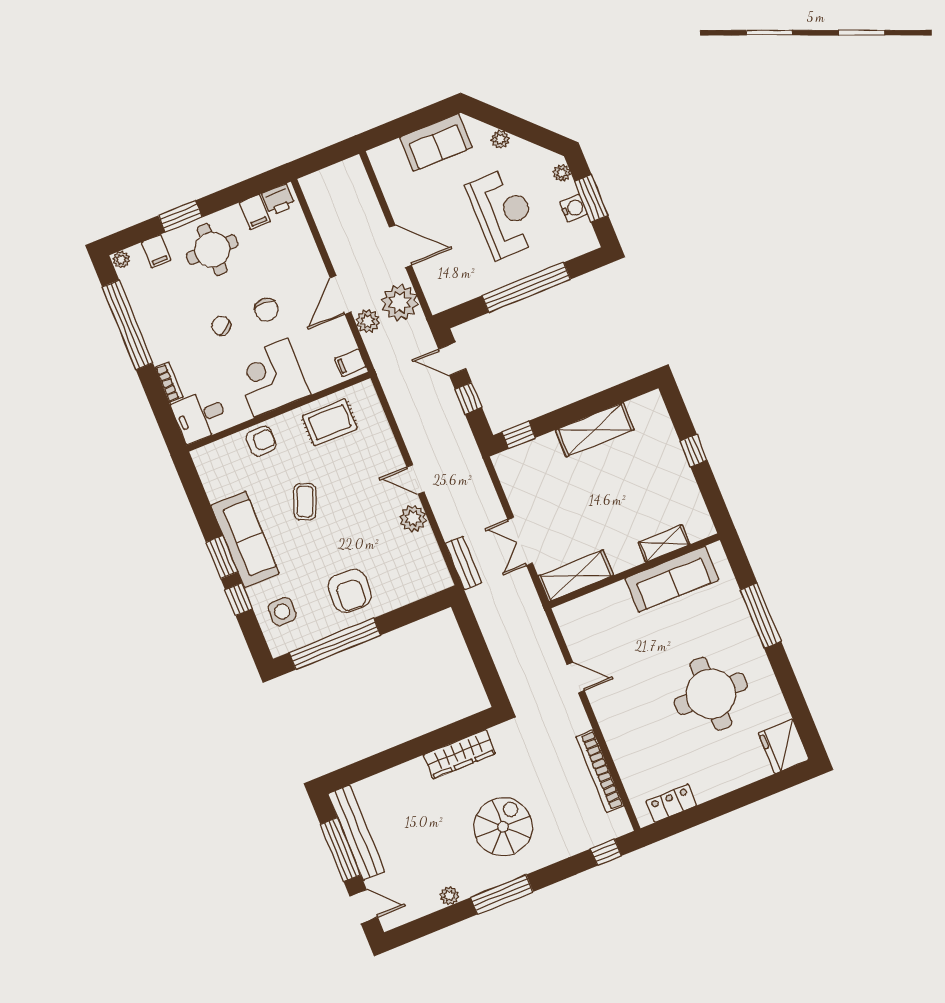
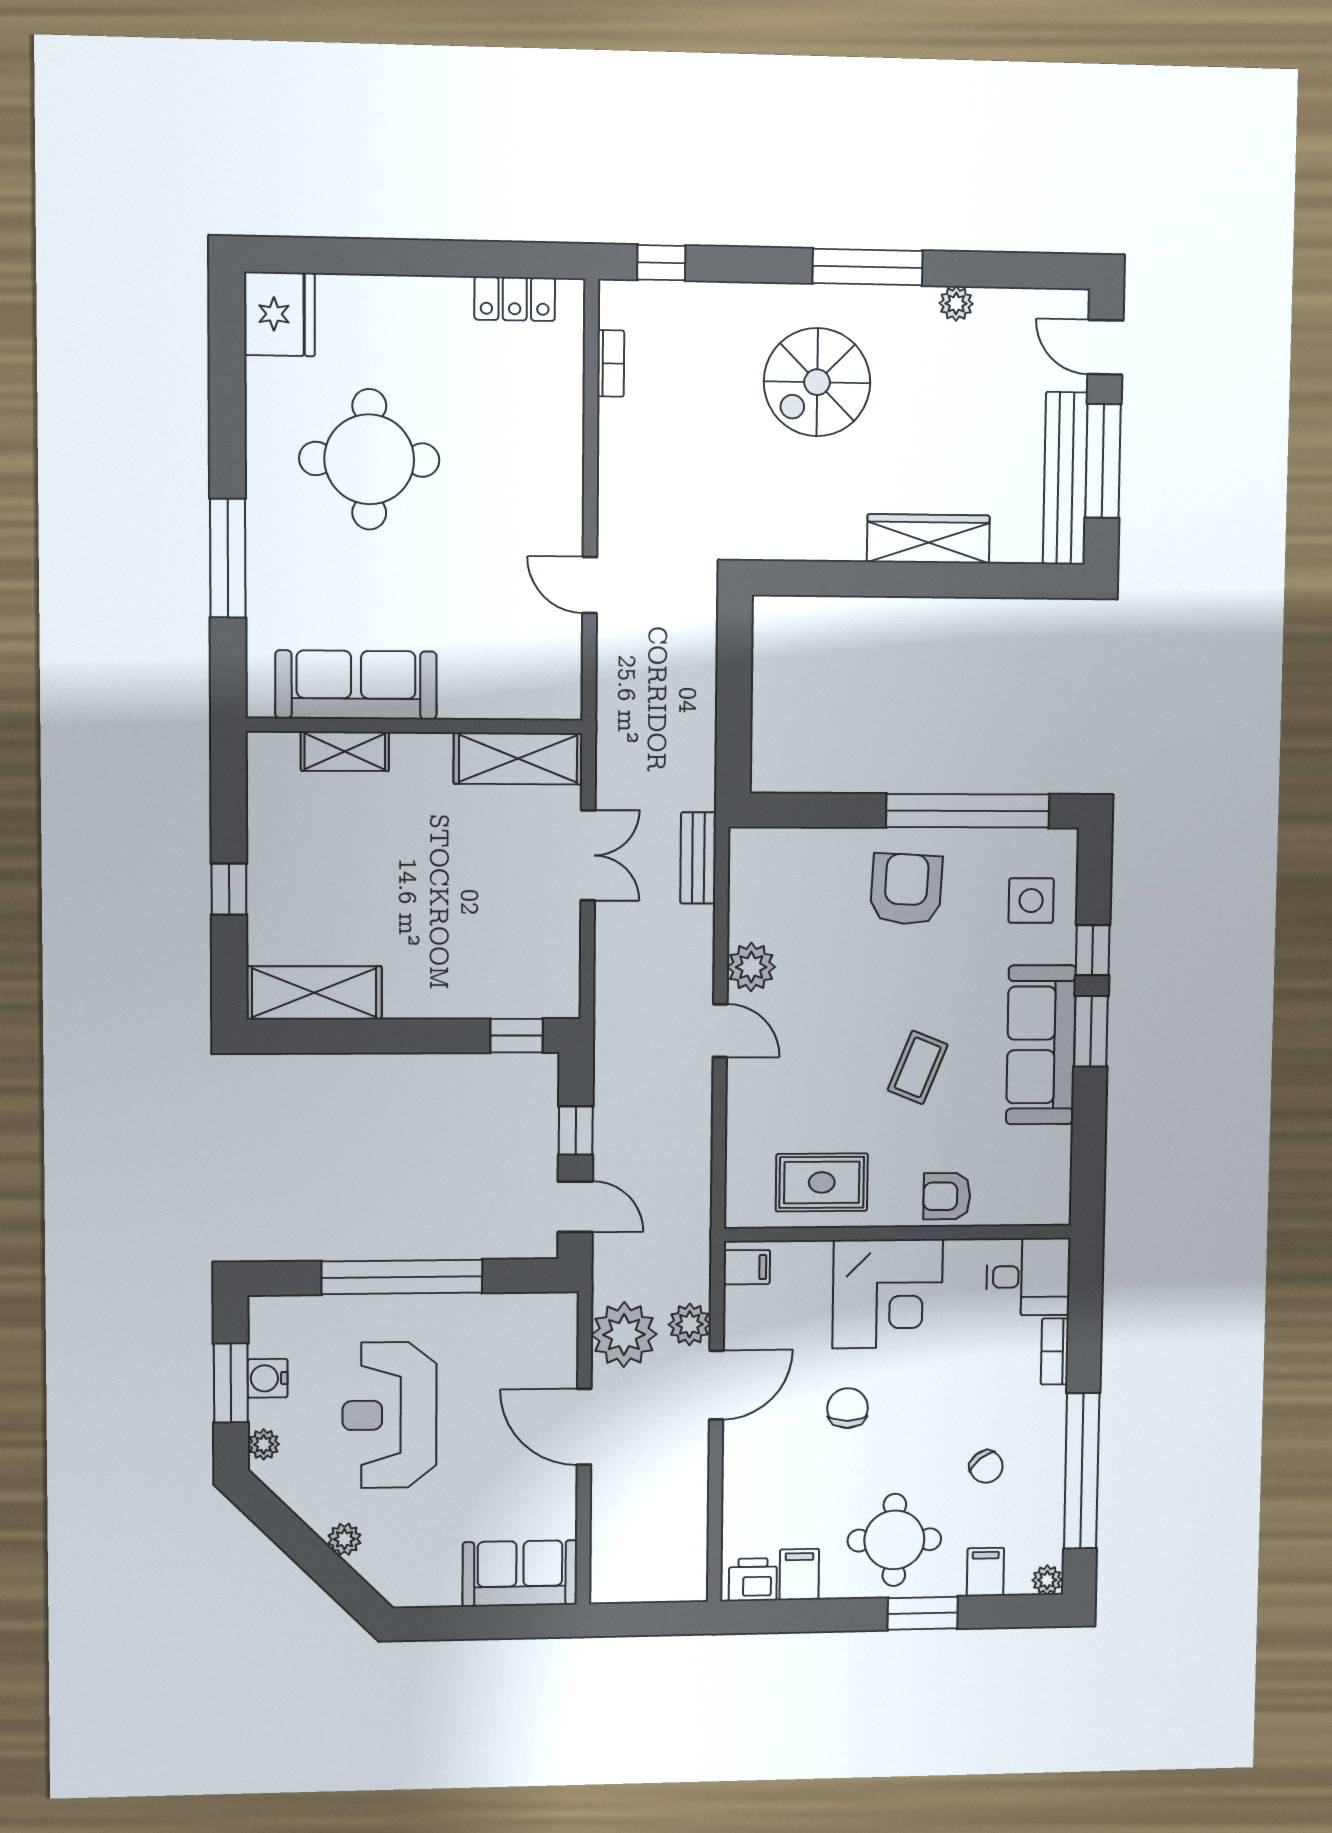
sofa: (436, 142) -> (520, 1573), moved
chair: (221, 326) -> (986, 1467), moved
shelving: (595, 430) -> (314, 993), moved
wardrobe: (459, 754) -> (928, 539), moved
bookcase: (600, 771) -> (611, 363), width x0.43, depth x0.76

